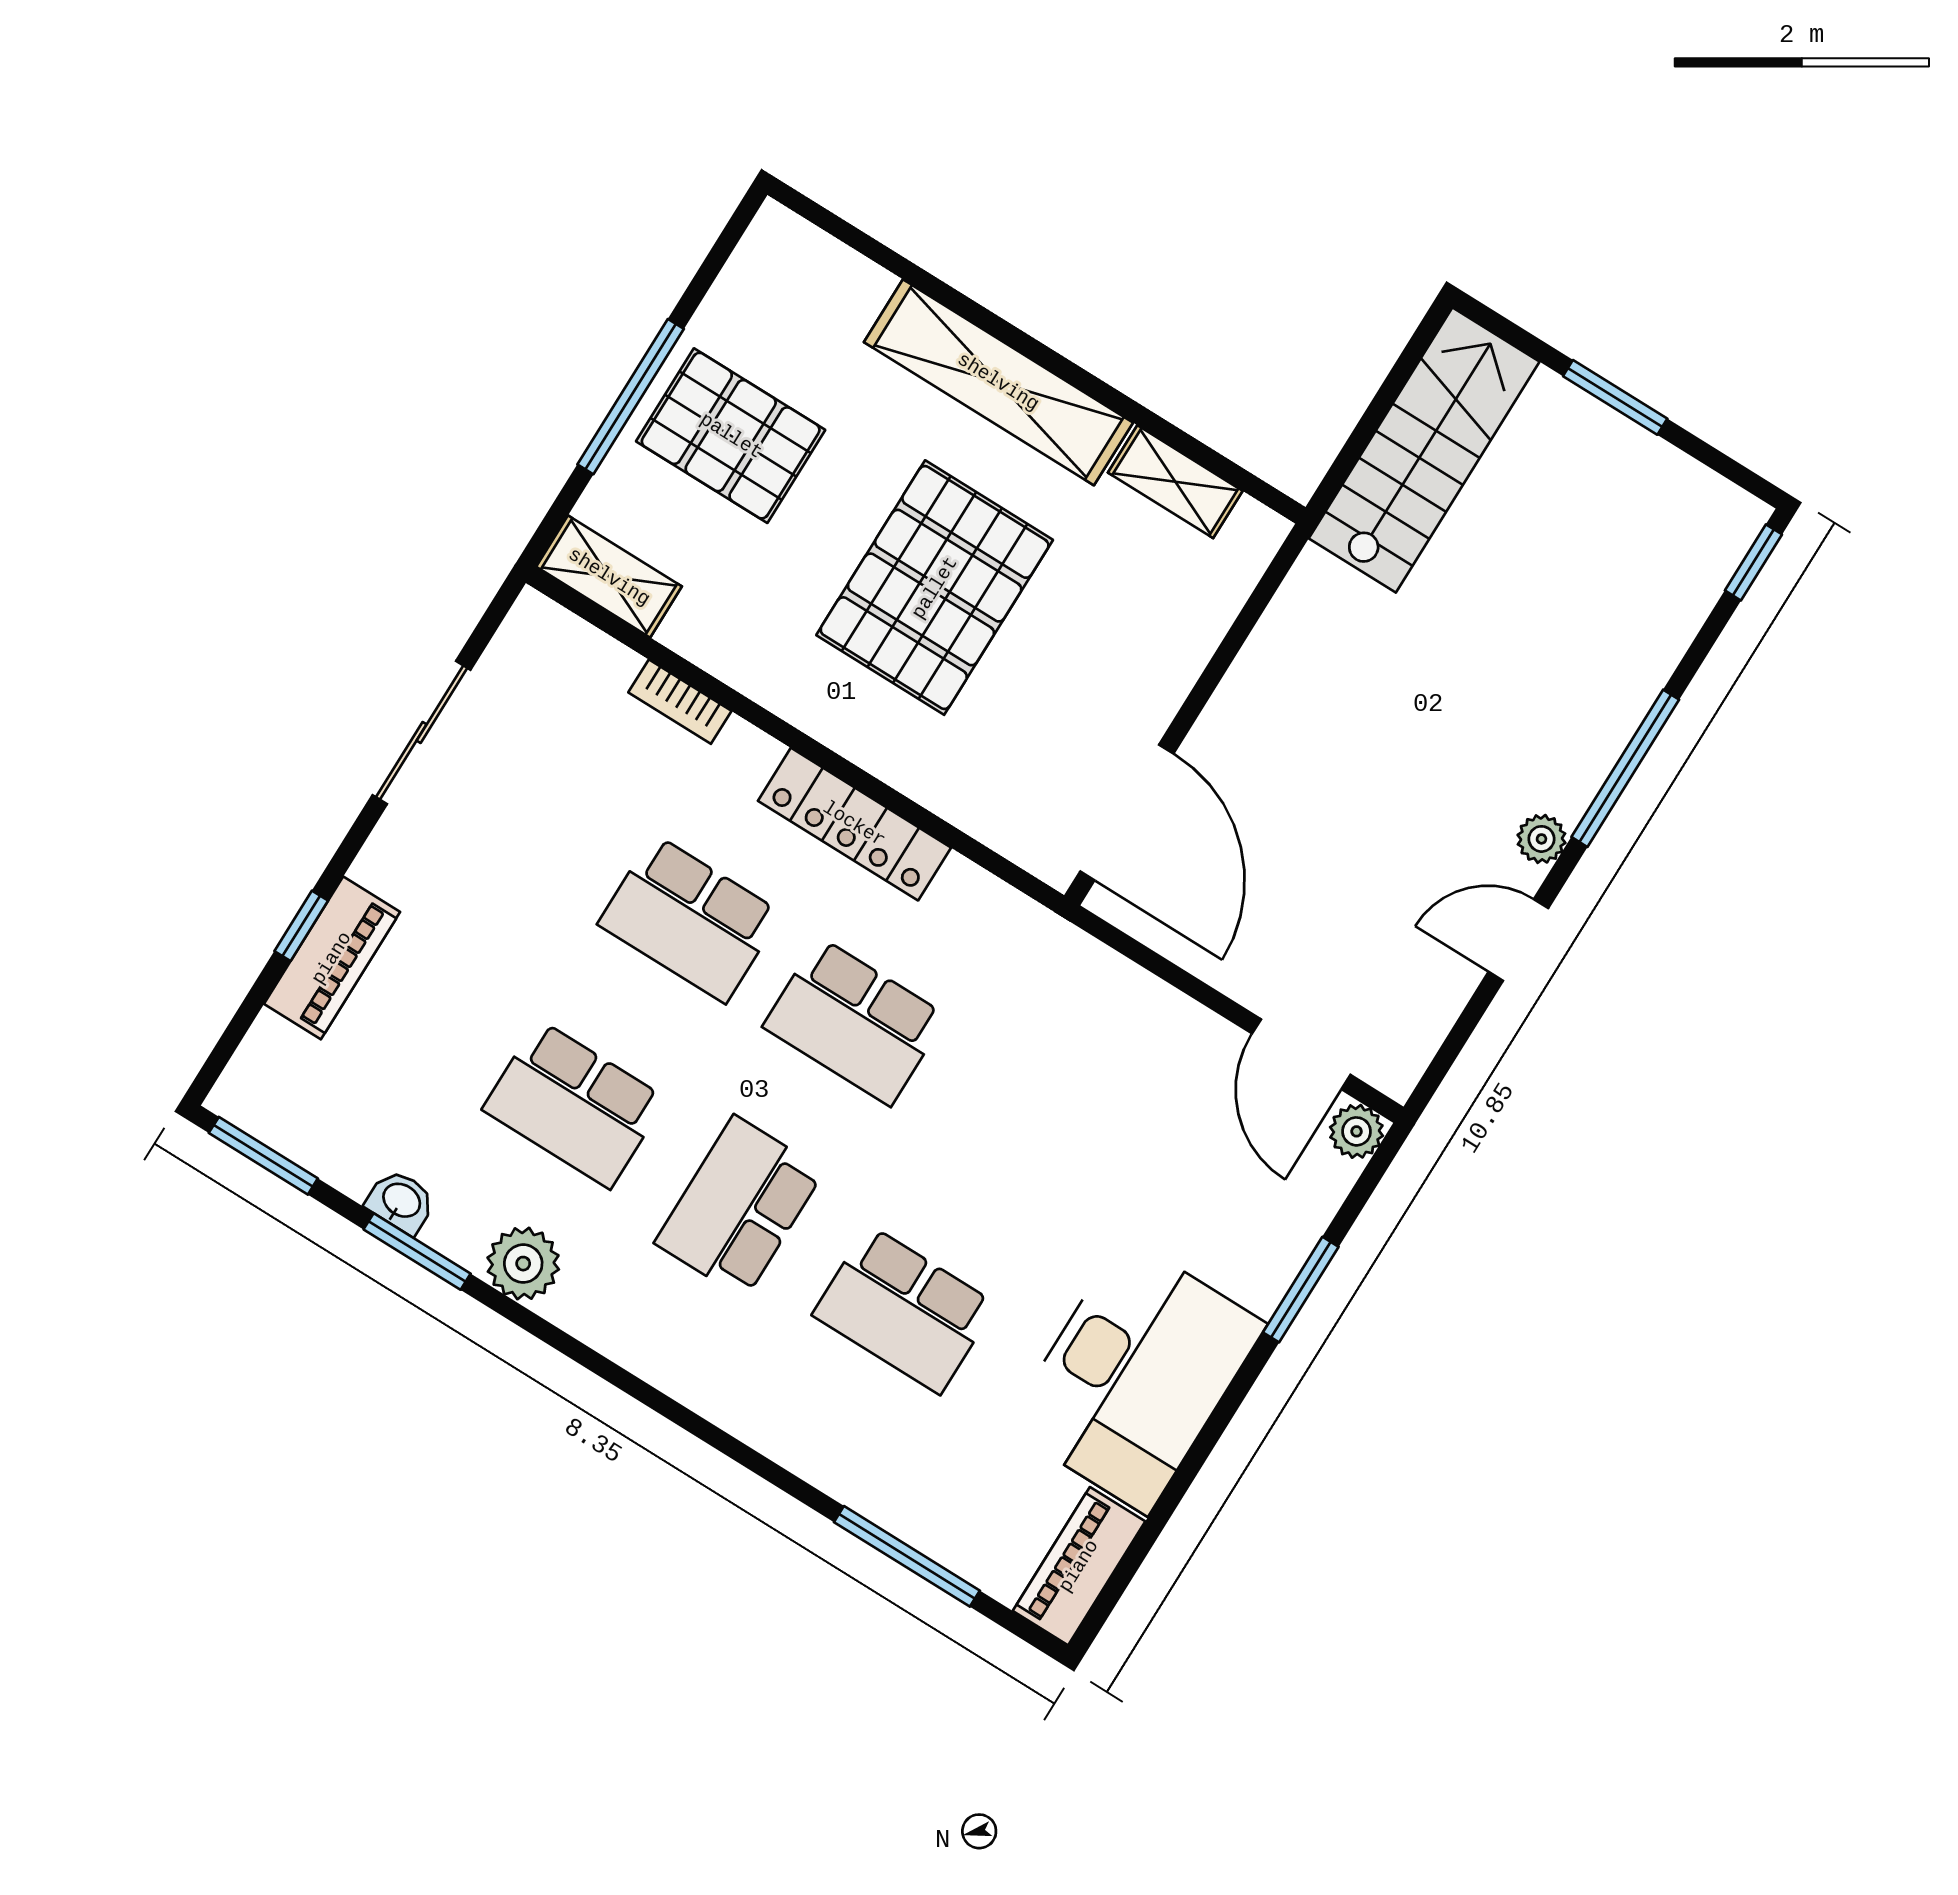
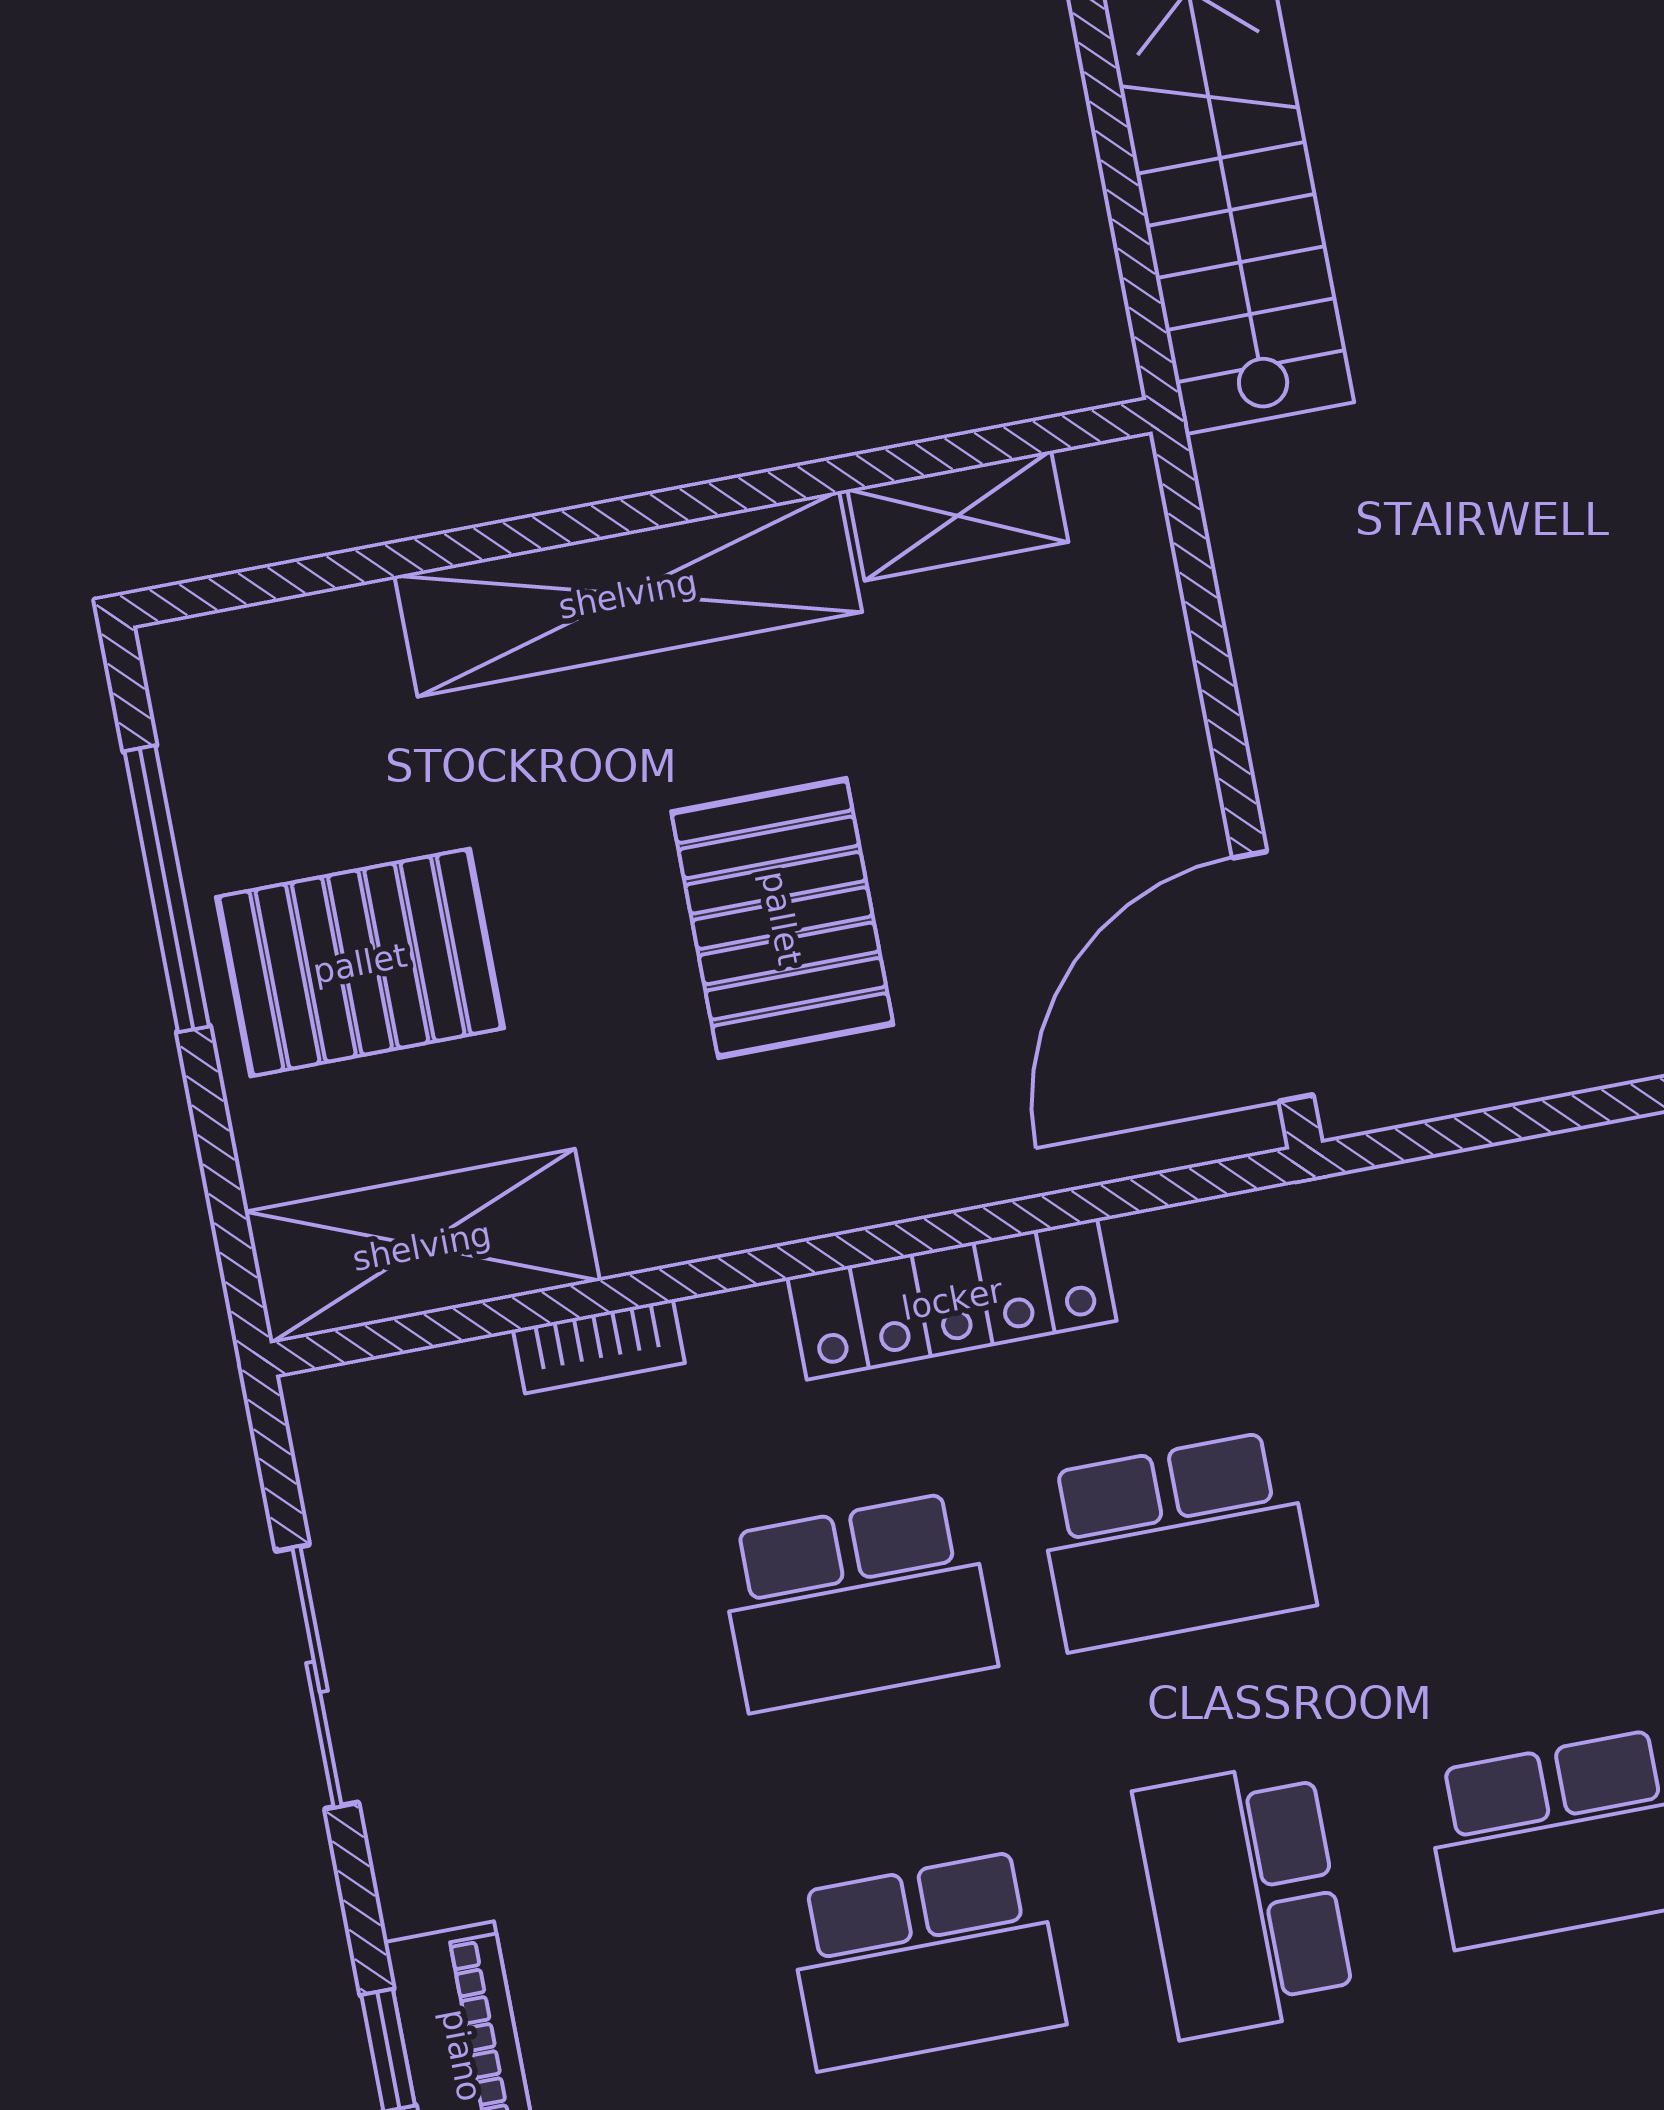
window: (631, 397) -> (167, 889), moved
shelving: (609, 577) -> (422, 1246), width x1.50, depth x1.33
pallet: (935, 588) -> (782, 918), width x0.73, depth x0.71
door: (1127, 812) -> (1273, 976), swing flipped

